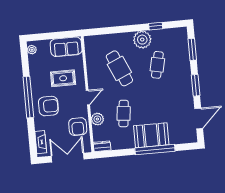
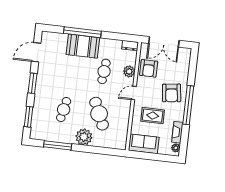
window: (156, 26) -> (58, 145), width x2.17
plant: (142, 40) -> (84, 137), moved
armchair: (48, 106) -> (172, 93), turned -97
armchair: (78, 127) -> (149, 68), turned 180
fireplace: (41, 142) -> (177, 132), moved

